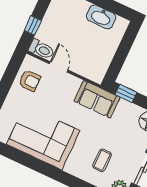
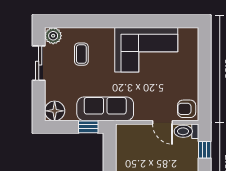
armchair: (30, 81) -> (187, 109), moved
sofa: (97, 99) -> (105, 109), width x1.36

